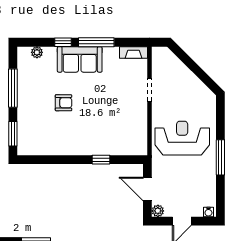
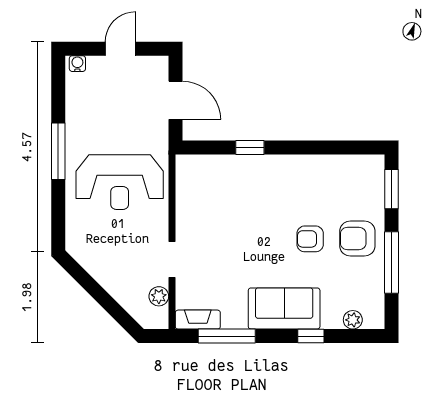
window: (96, 42) -> (227, 336), moved
armchair: (34, 103) -> (357, 239), added
plant: (158, 211) -> (159, 296), moved

